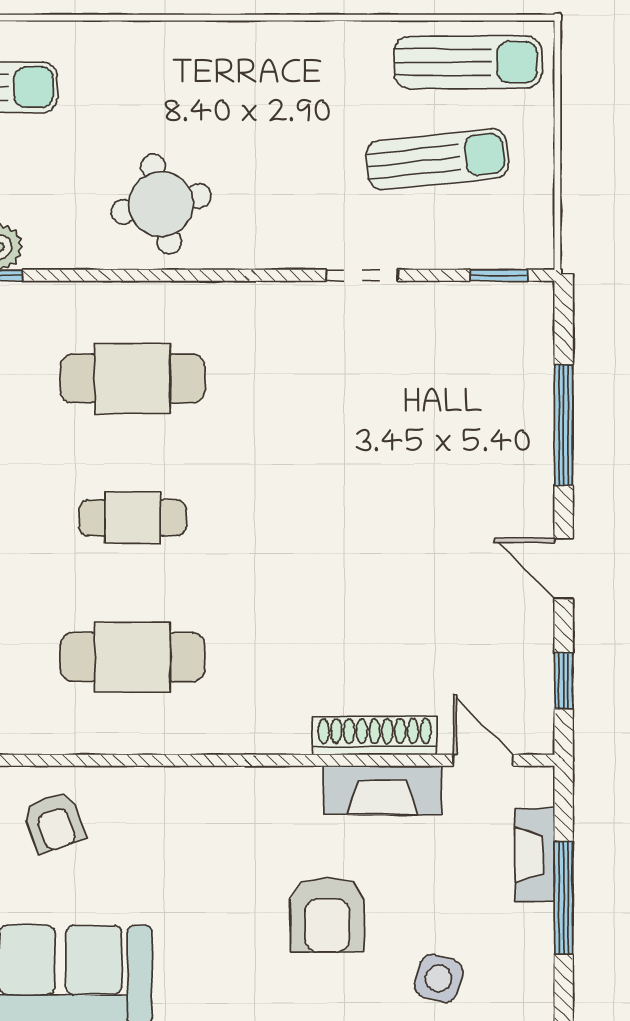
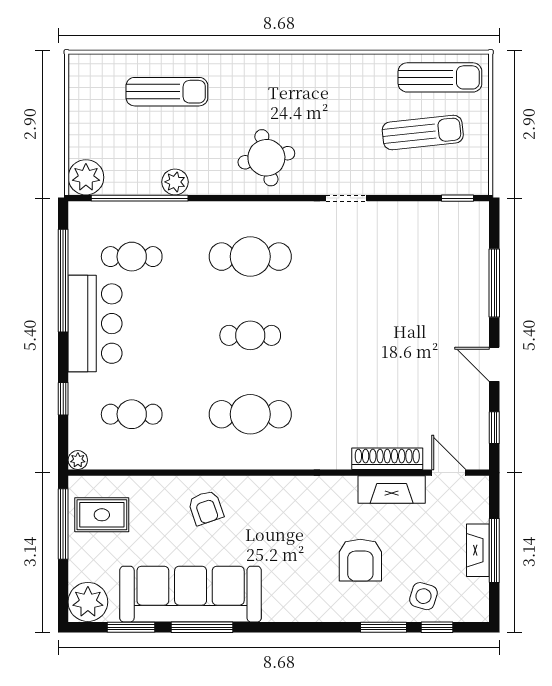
doorway: (362, 275) -> (346, 198), moved
fireplace: (535, 855) -> (478, 550), moved

